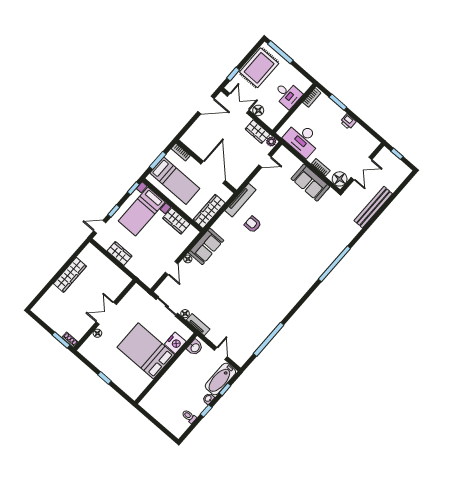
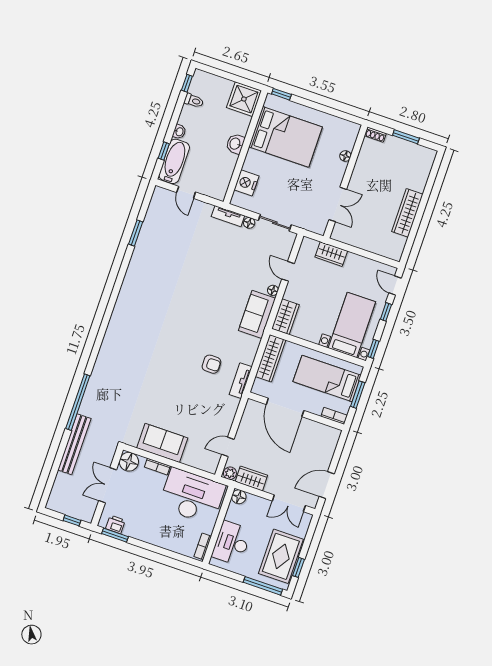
window: (233, 74) -> (299, 567), moved
desk: (288, 95) -> (232, 543), width x1.37
window: (338, 102) -> (115, 535), moved
floor lamp: (258, 110) -> (239, 497), moved
printer: (348, 122) -> (115, 524), moved
desk: (302, 139) -> (192, 496), width x1.36, depth x1.30
tv unit: (240, 200) -> (241, 381), width x0.71
wardrobe: (176, 221) -> (285, 317), moved, turned 90
door: (100, 227) -> (395, 286), swing flipped
wardrobe: (119, 254) -> (331, 254), moved
window: (334, 264) -> (78, 402), moved
double door: (106, 313) -> (338, 204), moved
window: (269, 339) -> (136, 233), width x0.47
window: (61, 340) -> (406, 137), moved
washbasin: (195, 348) -> (235, 144), moved
bed: (146, 351) -> (286, 137), moved
window: (105, 378) -> (281, 94), moved
shower: (153, 403) -> (244, 99), added
window: (206, 411) -> (187, 83), moved

